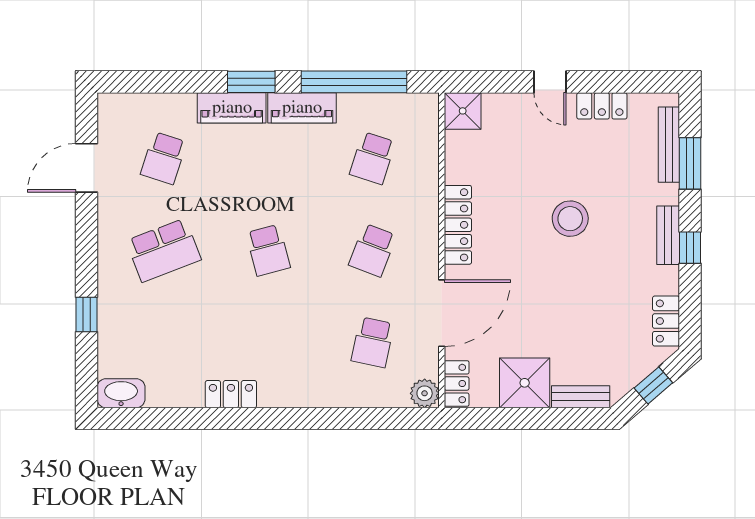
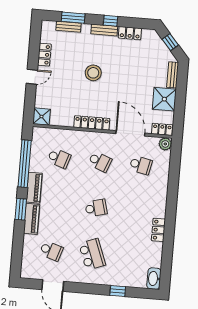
bench: (669, 145) -> (69, 27), width x0.73
locker: (666, 321) -> (130, 33), moved

